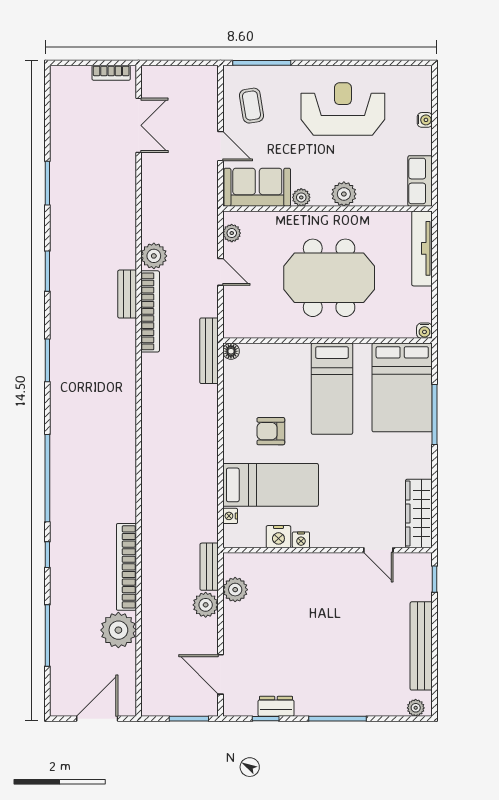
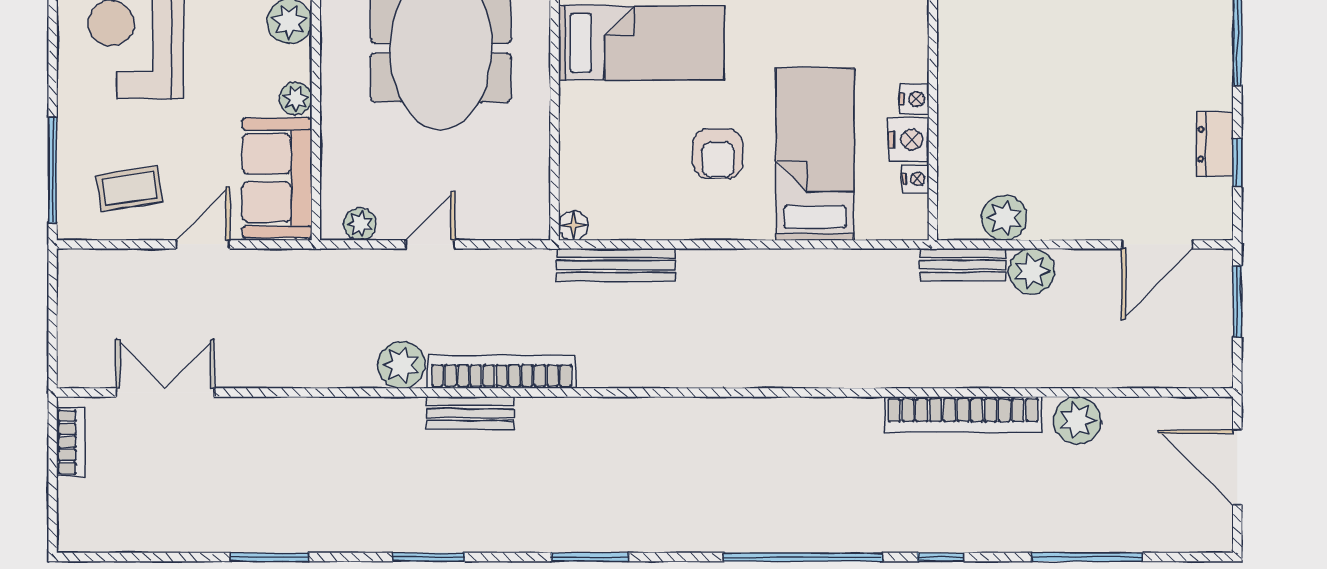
bench: (209, 351) -> (616, 265), moved
nightstand: (230, 516) -> (916, 179), moved, turned -90
plant: (118, 630) -> (1077, 420), width x0.73, depth x0.73

